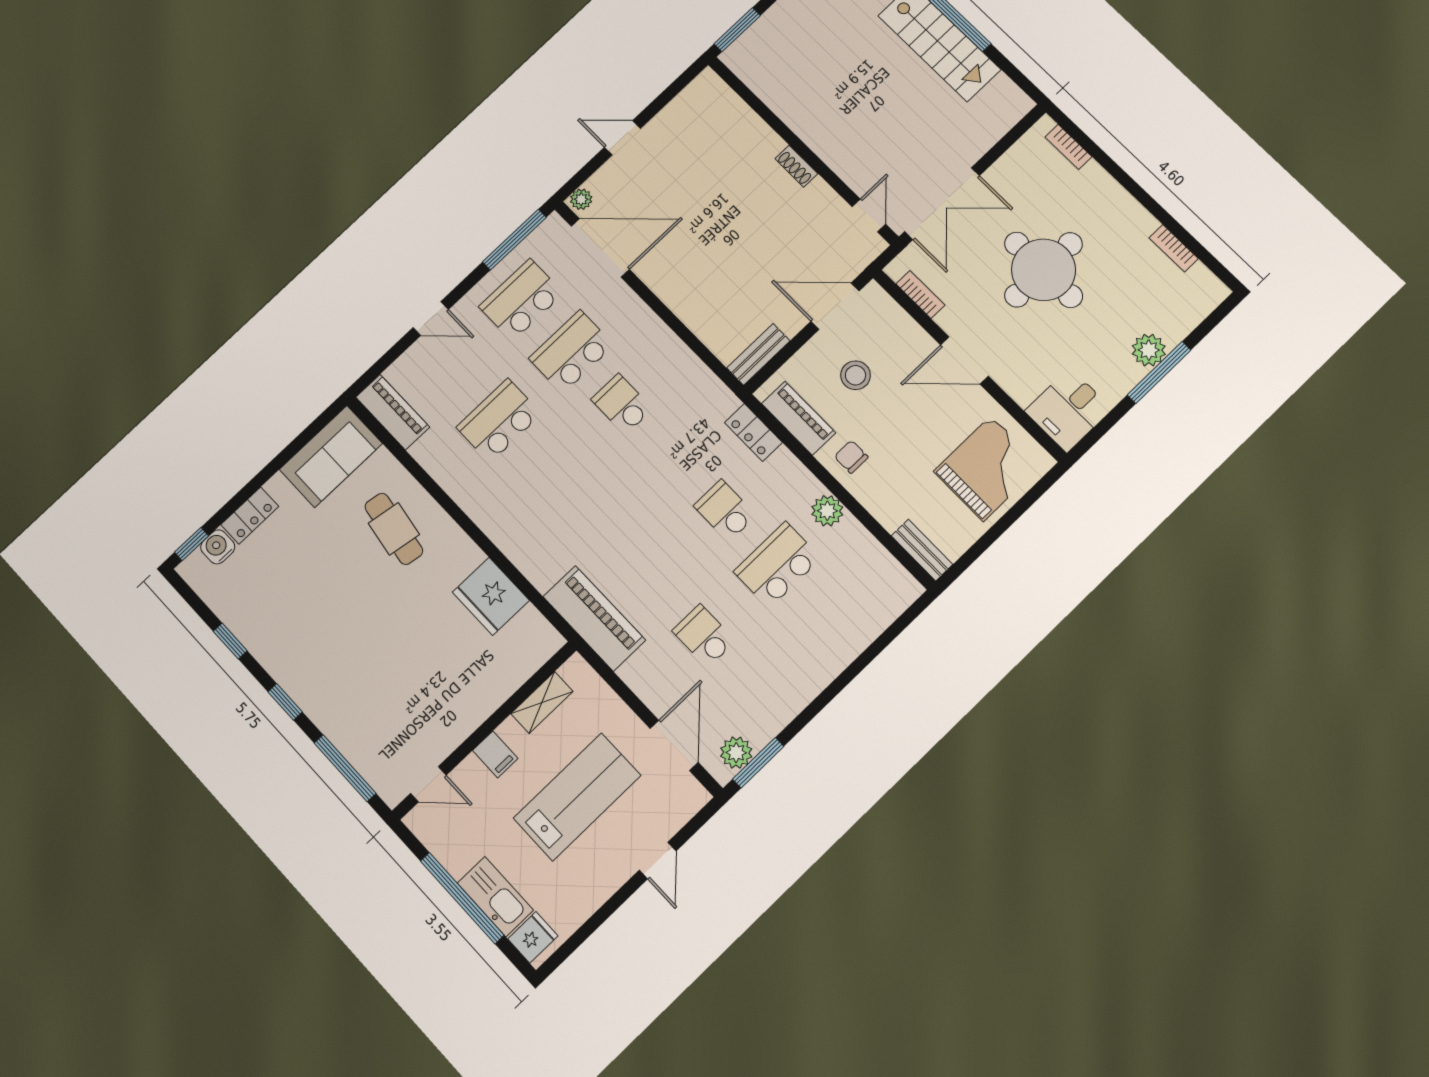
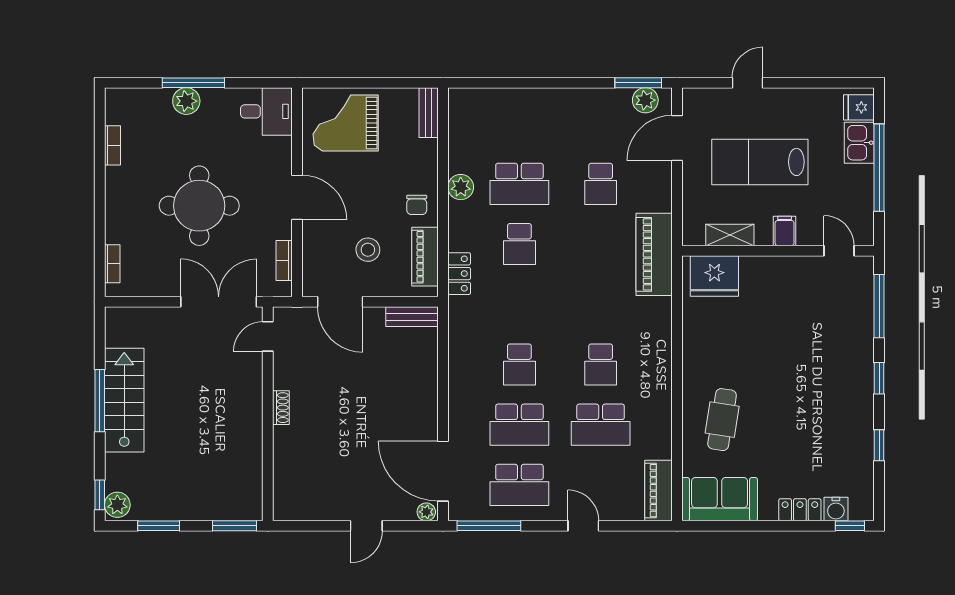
door: (622, 138) -> (366, 526), hinge flipped
school desk: (549, 473) -> (601, 364), added
fridge: (491, 596) -> (714, 276), moved, turned 90
kitchen sink: (495, 897) -> (859, 143), width x0.73

